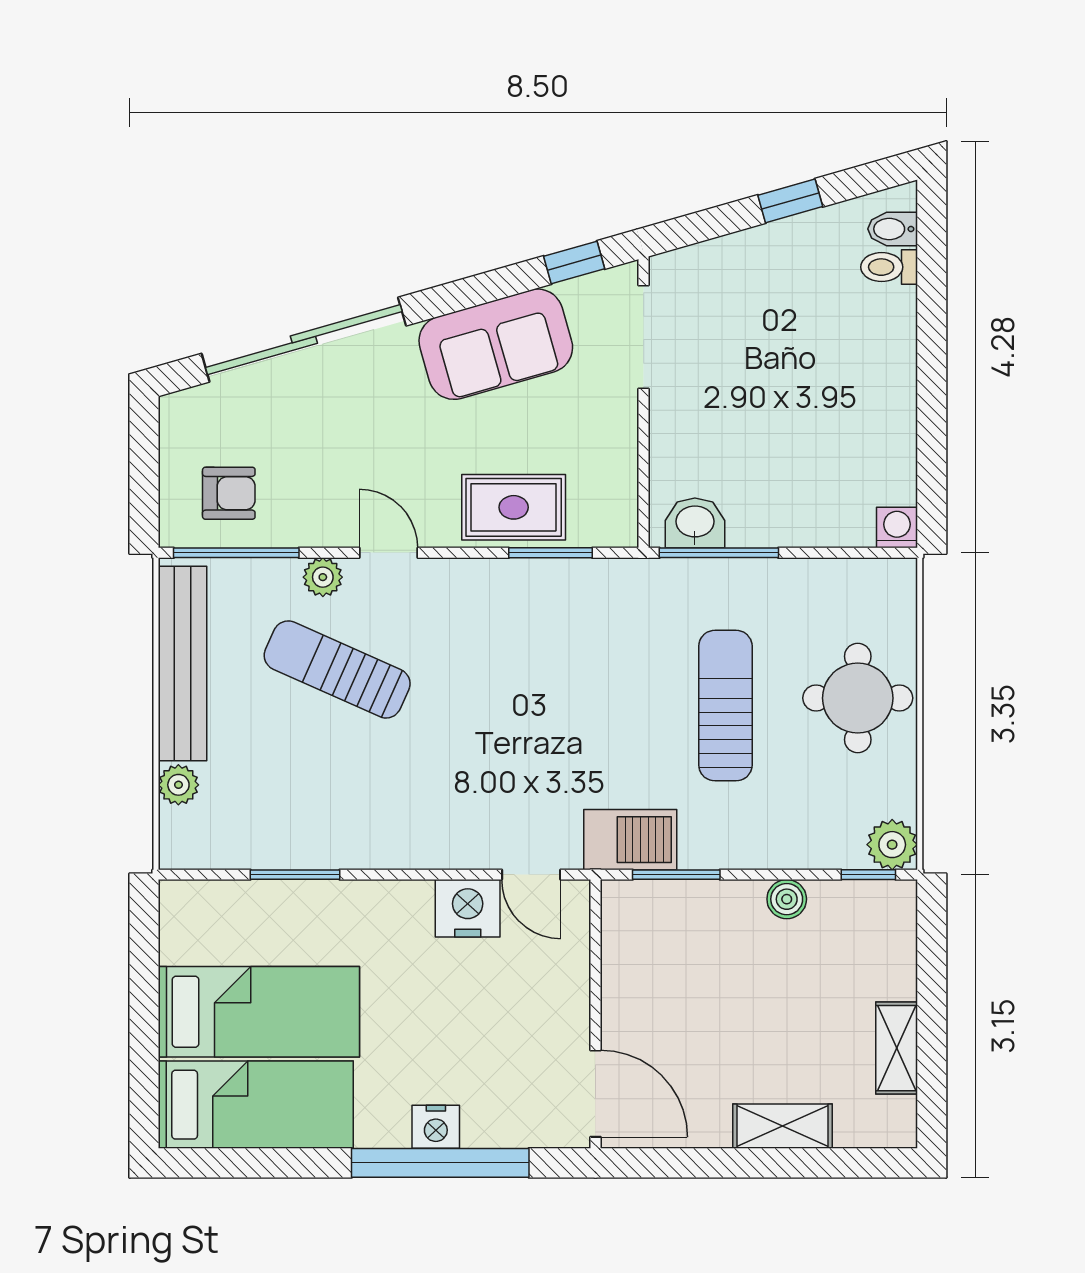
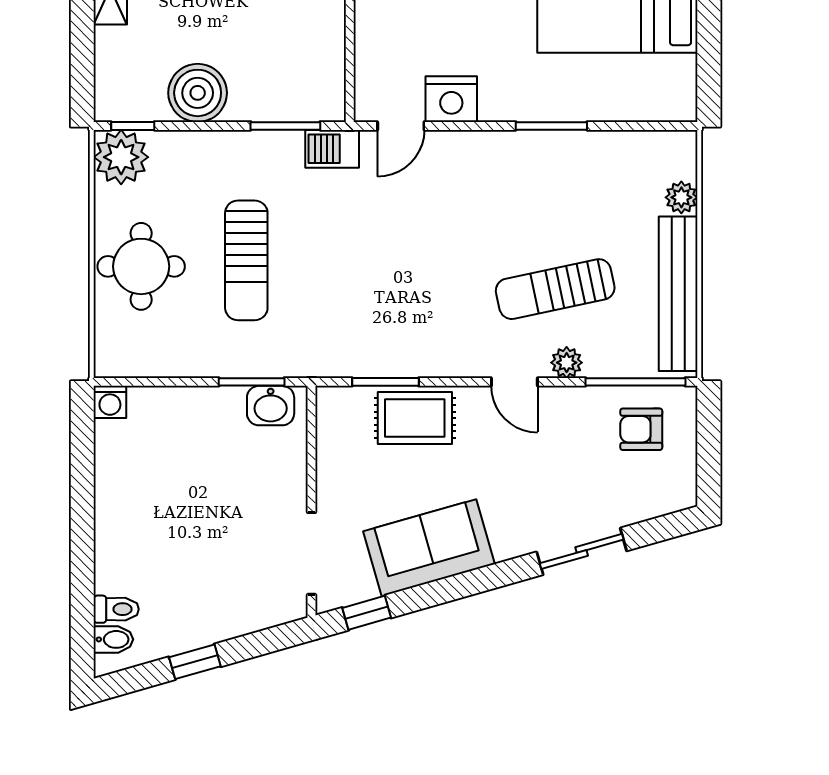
sliding door: (304, 340) -> (582, 551), width x0.54
window: (719, 553) -> (252, 382), width x0.69
sun lounger: (337, 669) -> (555, 289), turned 144
barbecue: (630, 840) -> (332, 149), width x0.73, depth x0.79
plant: (892, 845) -> (121, 157), width x1.36, depth x1.36
window: (295, 875) -> (551, 126), moved
door: (531, 875) -> (401, 126), swing flipped
boiler: (787, 899) -> (198, 93), width x1.86, depth x1.86

